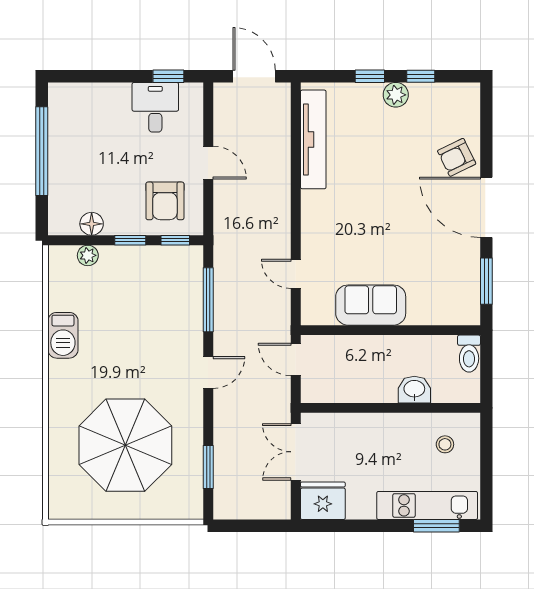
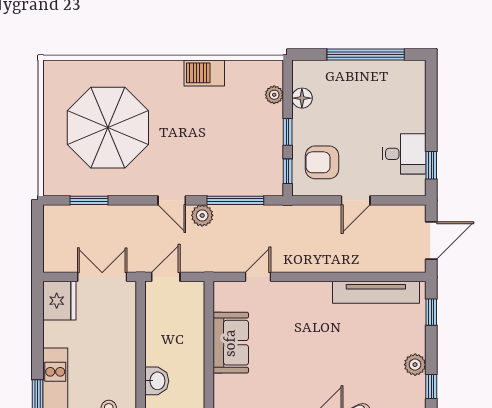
window: (370, 76) -> (431, 312), moved
plant: (226, 338) -> (202, 215), added
door: (296, 359) -> (166, 277), moved

